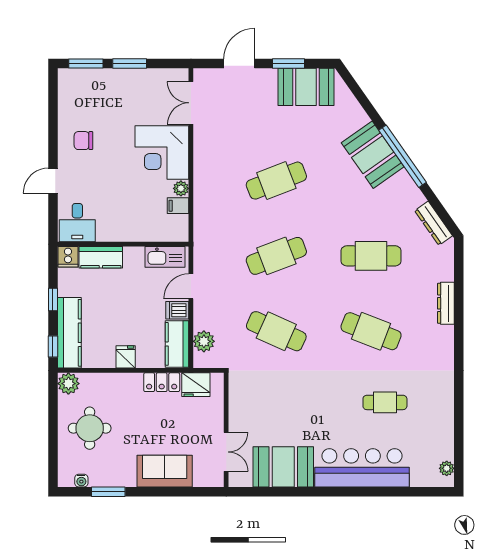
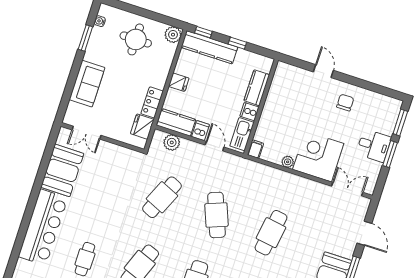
cafe table: (276, 181) -> (271, 233), turned 30
filing cabinet: (178, 206) -> (255, 149), moved
desk: (77, 223) -> (374, 146), moved, turned 180
cooker: (68, 257) -> (249, 112), moved

